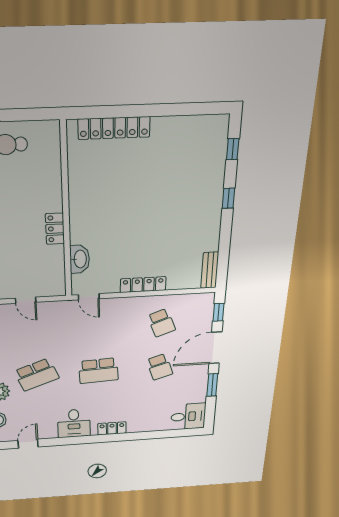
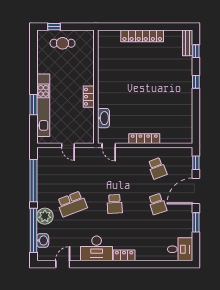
locker: (114, 128) -> (142, 36), moved
bench: (210, 270) -> (188, 43), moved
school desk: (98, 371) -> (115, 204), width x0.54
desk: (74, 423) -> (97, 248), width x1.37

